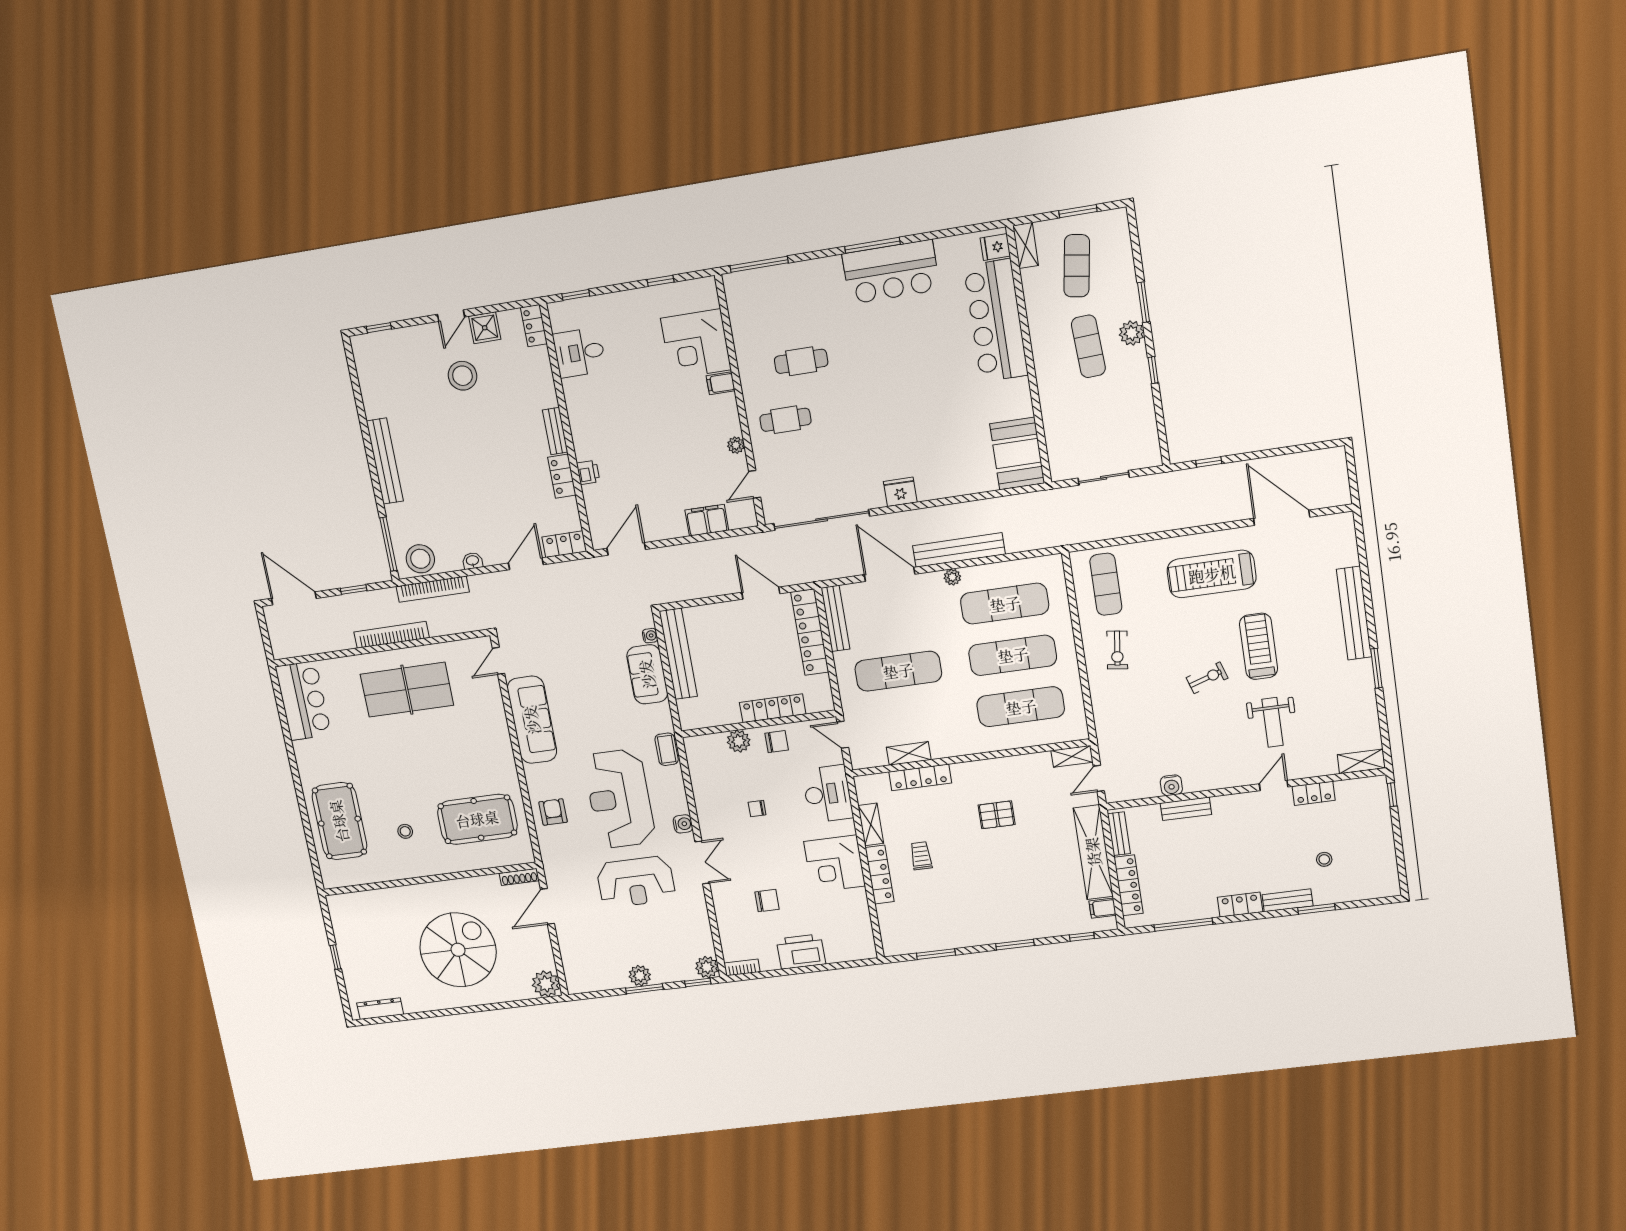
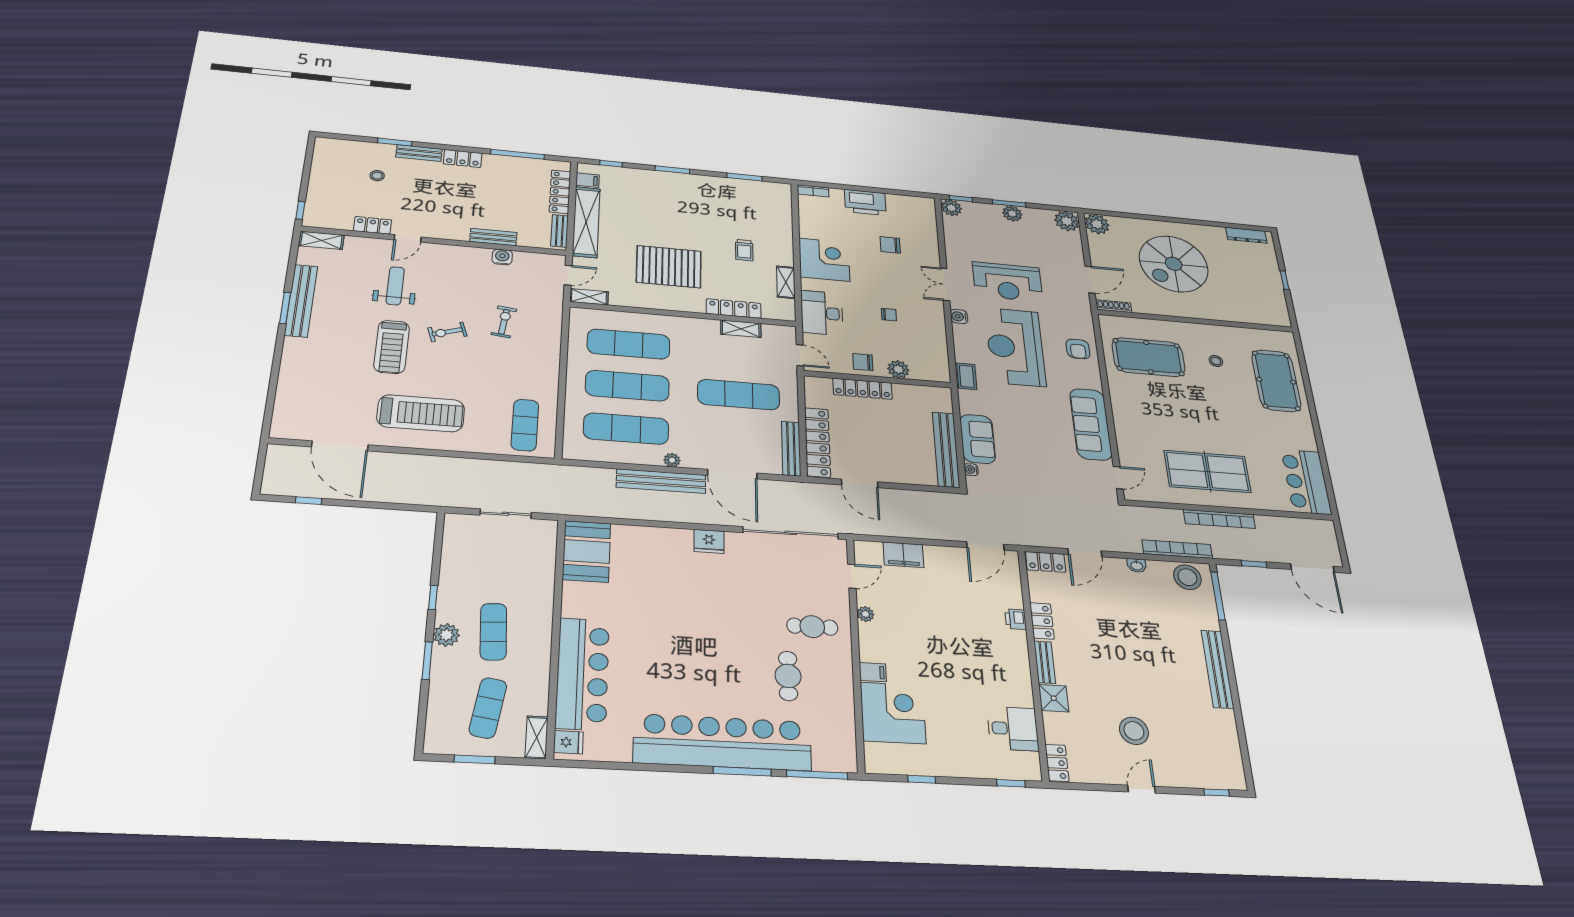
window: (872, 245) -> (742, 771), moved
bar counter: (891, 272) -> (723, 742), width x1.86
shower: (485, 328) -> (1054, 698), moved
cafe table: (801, 361) -> (788, 676), turned 90
window: (1209, 462) -> (309, 501), moved
bench: (1354, 613) -> (301, 301), moved
exercise bike: (1117, 650) -> (504, 322), moved
reception desk: (620, 799) -> (1015, 347), turned 180
pallet: (997, 815) -> (669, 267), width x2.05, depth x2.00
locker: (880, 875) -> (784, 244), removed
reception desk: (636, 882) -> (1008, 282), turned 180
bookcase: (742, 968) -> (813, 191), moved
plant: (579, 980) -> (1067, 221), added

